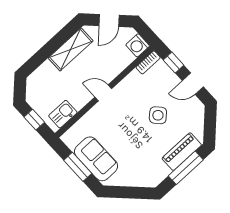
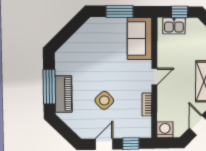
bookcase: (148, 62) -> (147, 104), moved
kitchen sink: (63, 114) -> (174, 26), moved, turned 90
sofa: (96, 159) -> (140, 39), moved, turned 90

